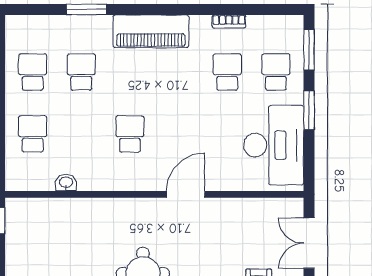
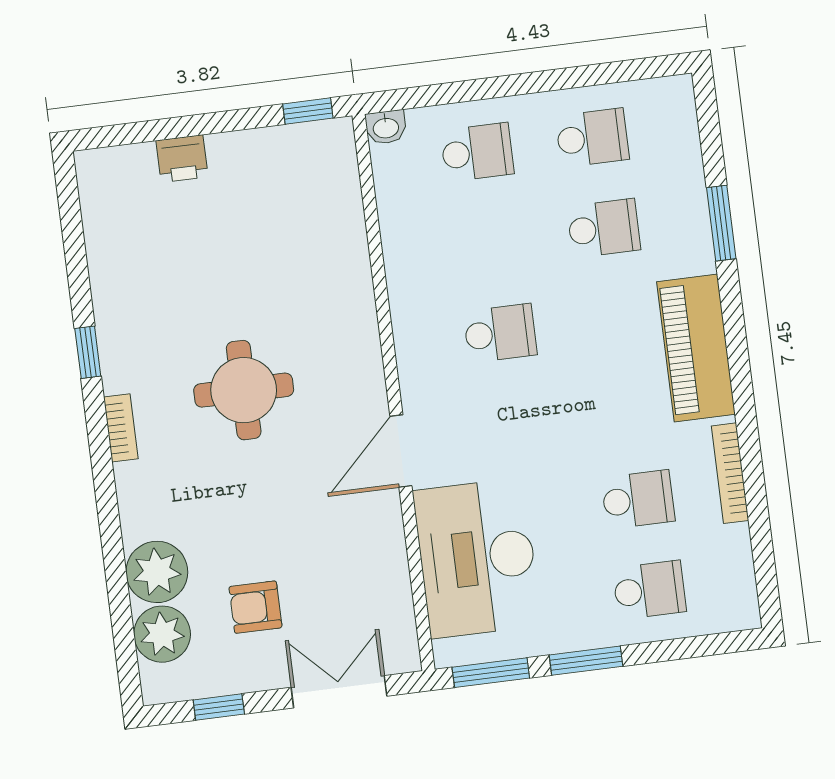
bookcase: (229, 22) -> (730, 473), width x1.56
window: (309, 50) -> (491, 673), moved
desk: (274, 145) -> (477, 558), moved, turned 90
washbasin: (66, 183) -> (386, 127), moved, turned 90
door: (186, 194) -> (401, 451), swing flipped

